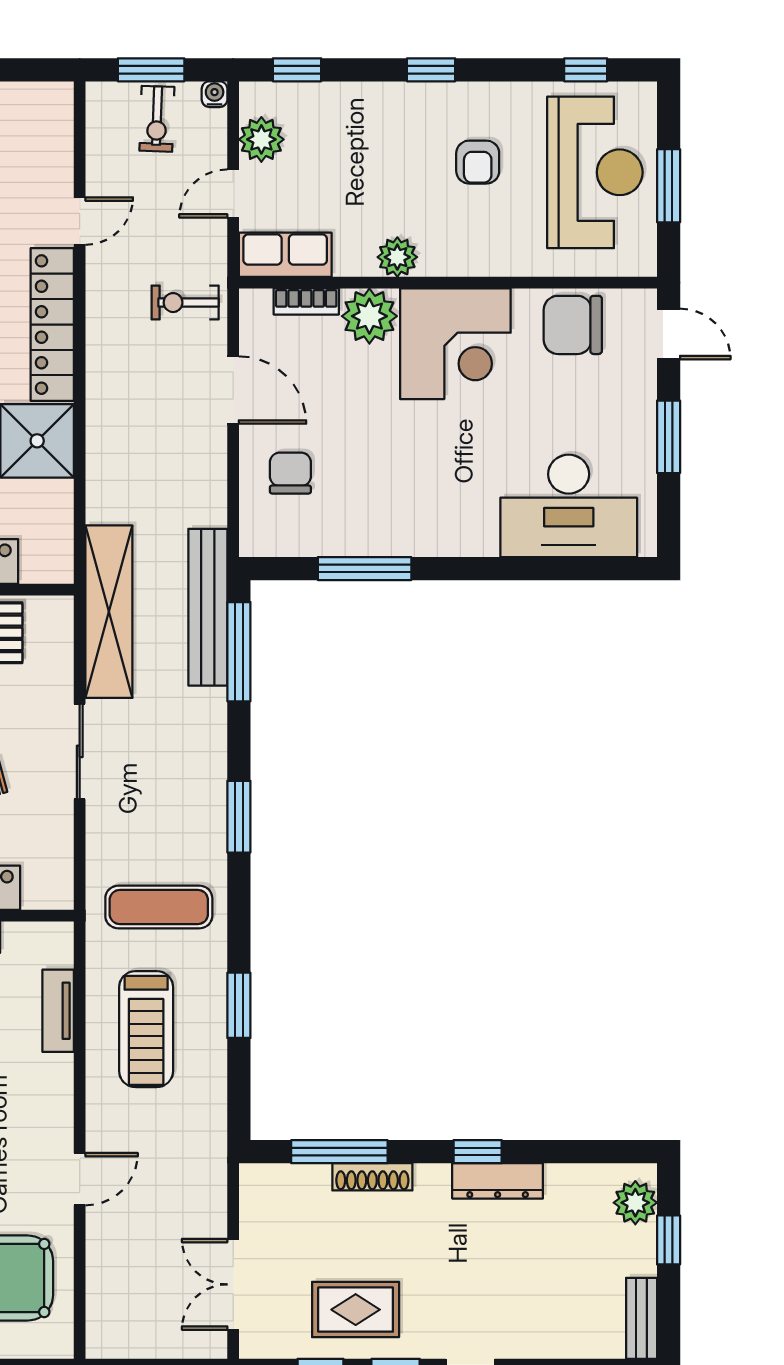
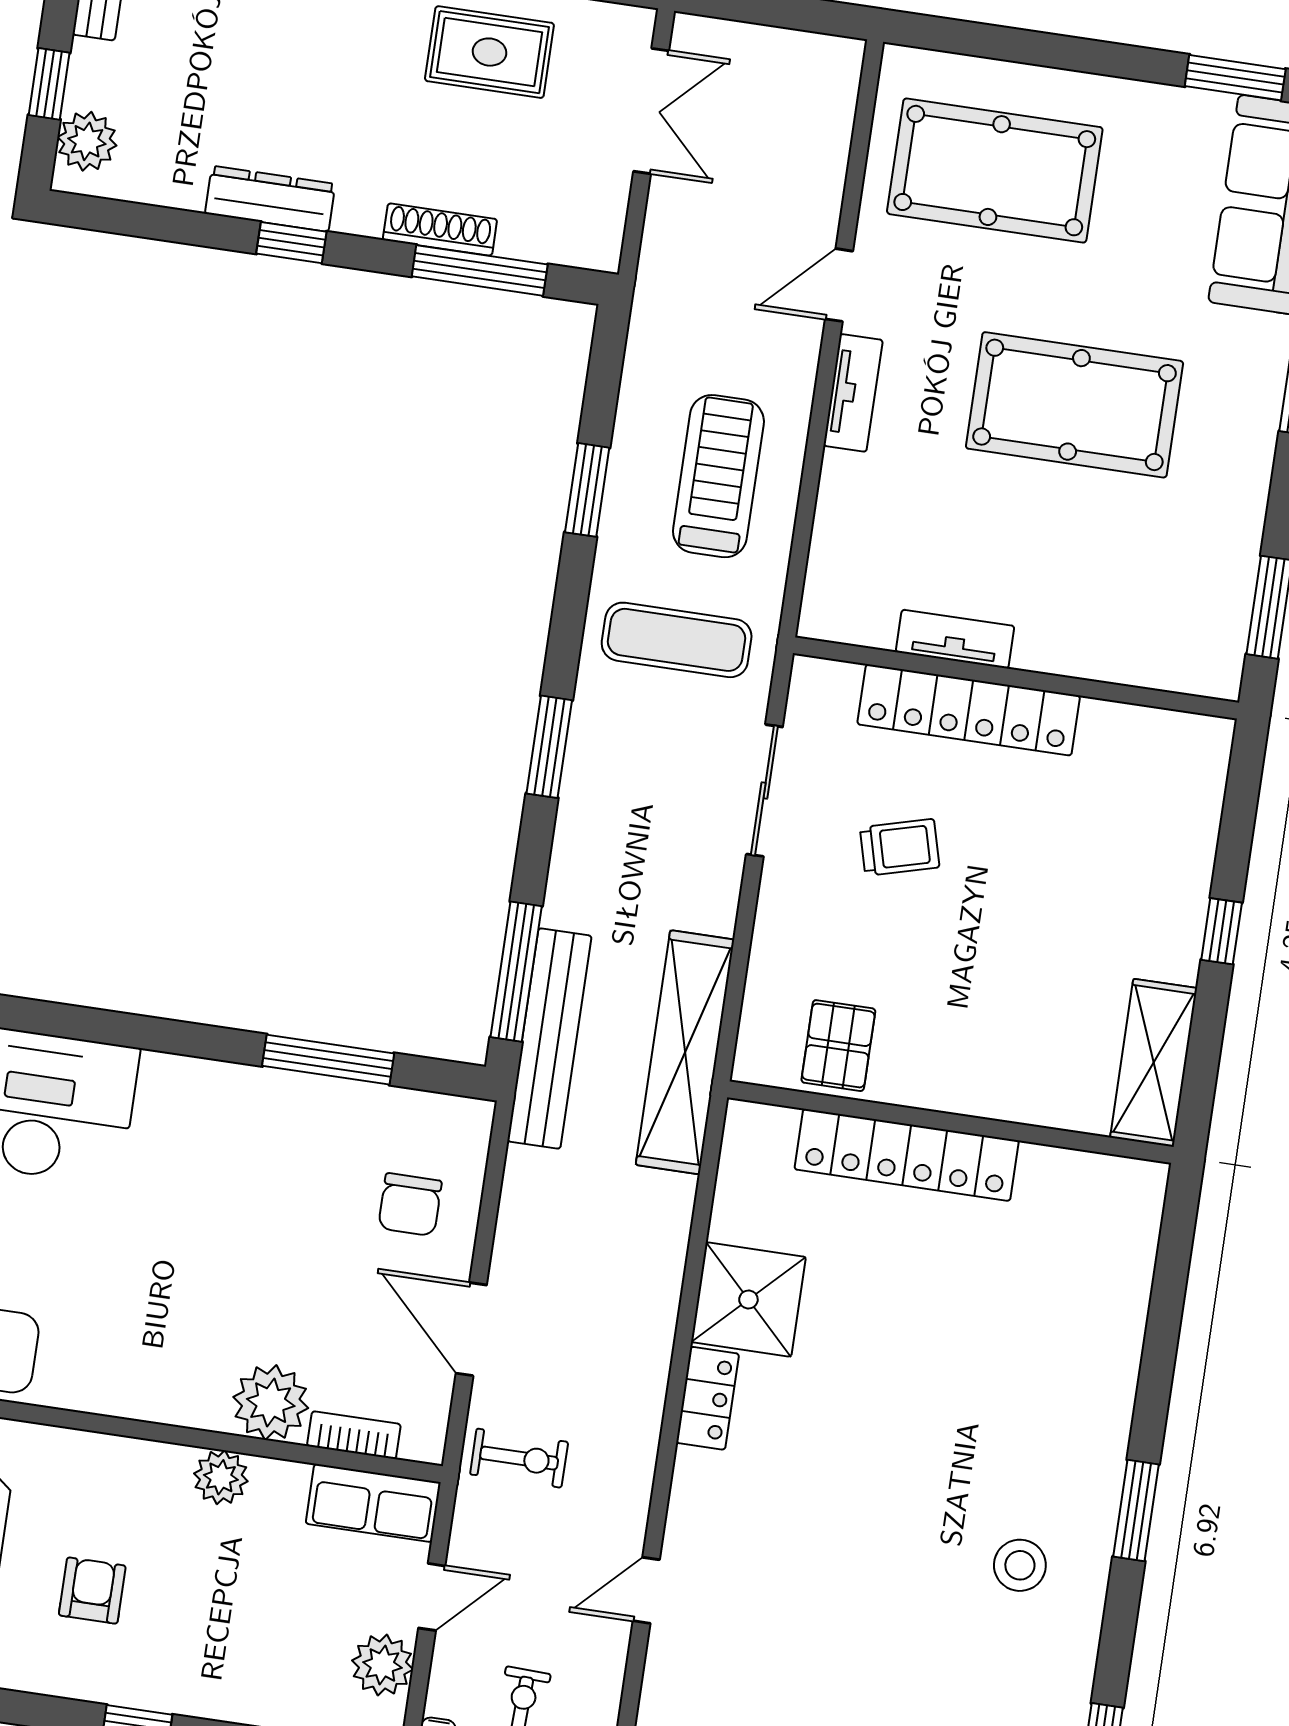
locker: (52, 325) -> (708, 1398), width x0.46, depth x0.83
corner desk: (455, 344) -> (159, 1348), removed
sliding door: (80, 751) -> (764, 791), moved
tv unit: (58, 1011) -> (853, 393), moved

